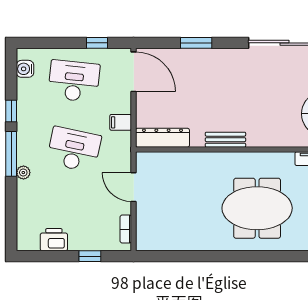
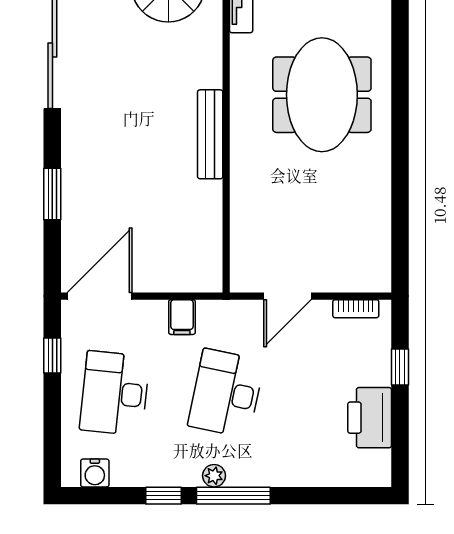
dresser: (162, 138) -> (207, 249), removed
bench: (225, 140) -> (210, 134), width x1.36
plant: (23, 173) -> (214, 476), moved
printer: (54, 240) -> (370, 418), width x1.37, depth x1.19

